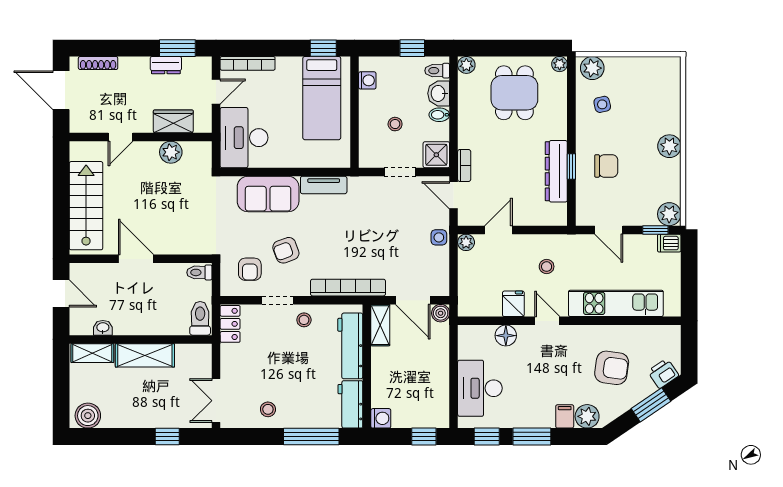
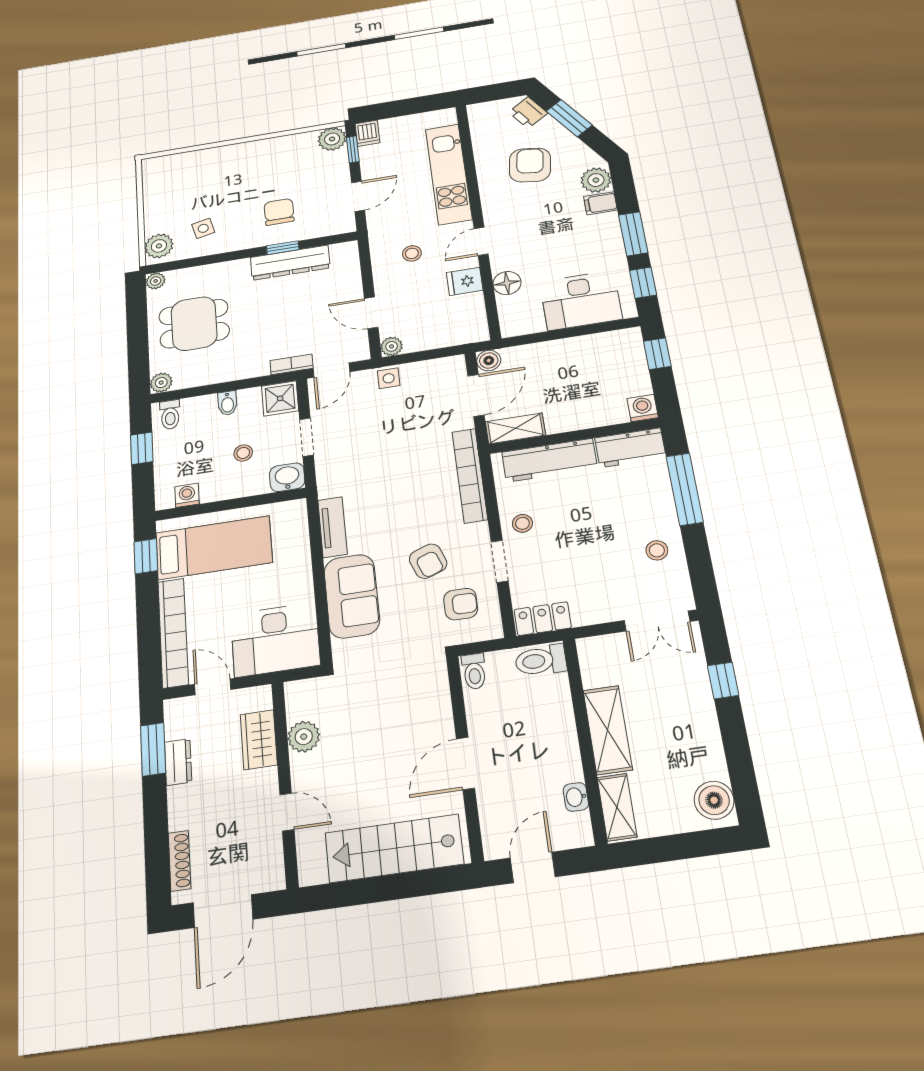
bookcase: (248, 63) -> (173, 633), width x1.48, depth x1.31
washbasin: (439, 93) -> (287, 477), moved, turned 180
plant: (669, 146) -> (250, 153), removed

